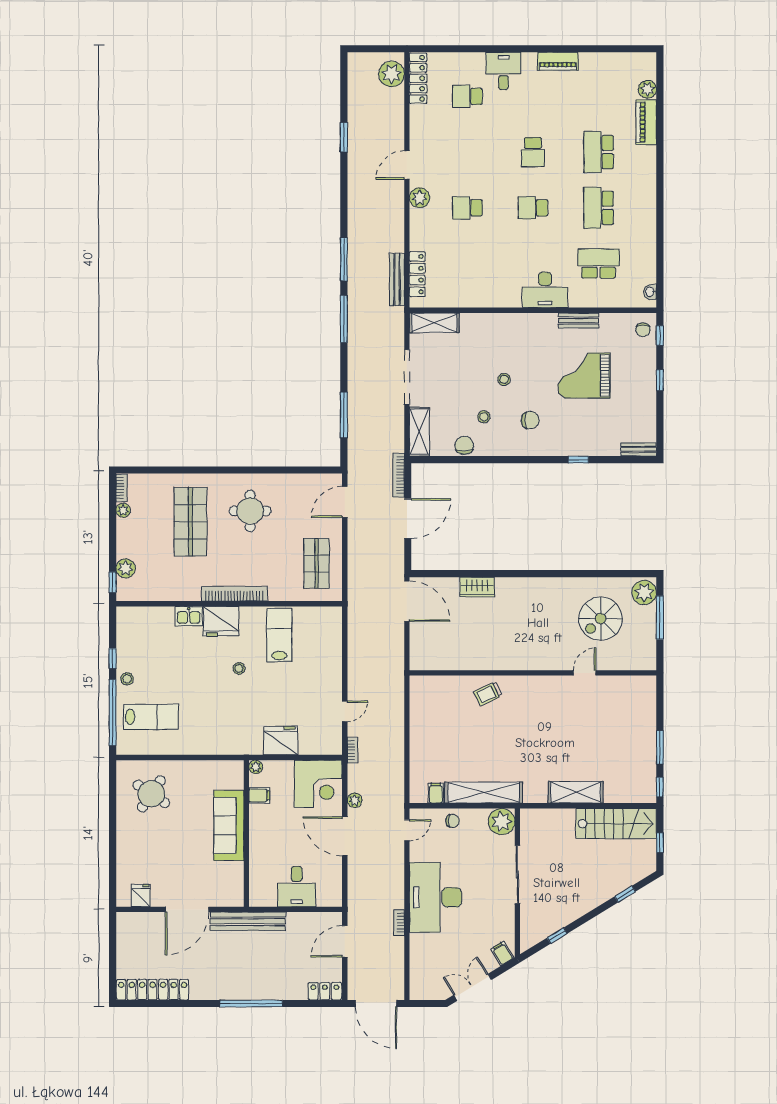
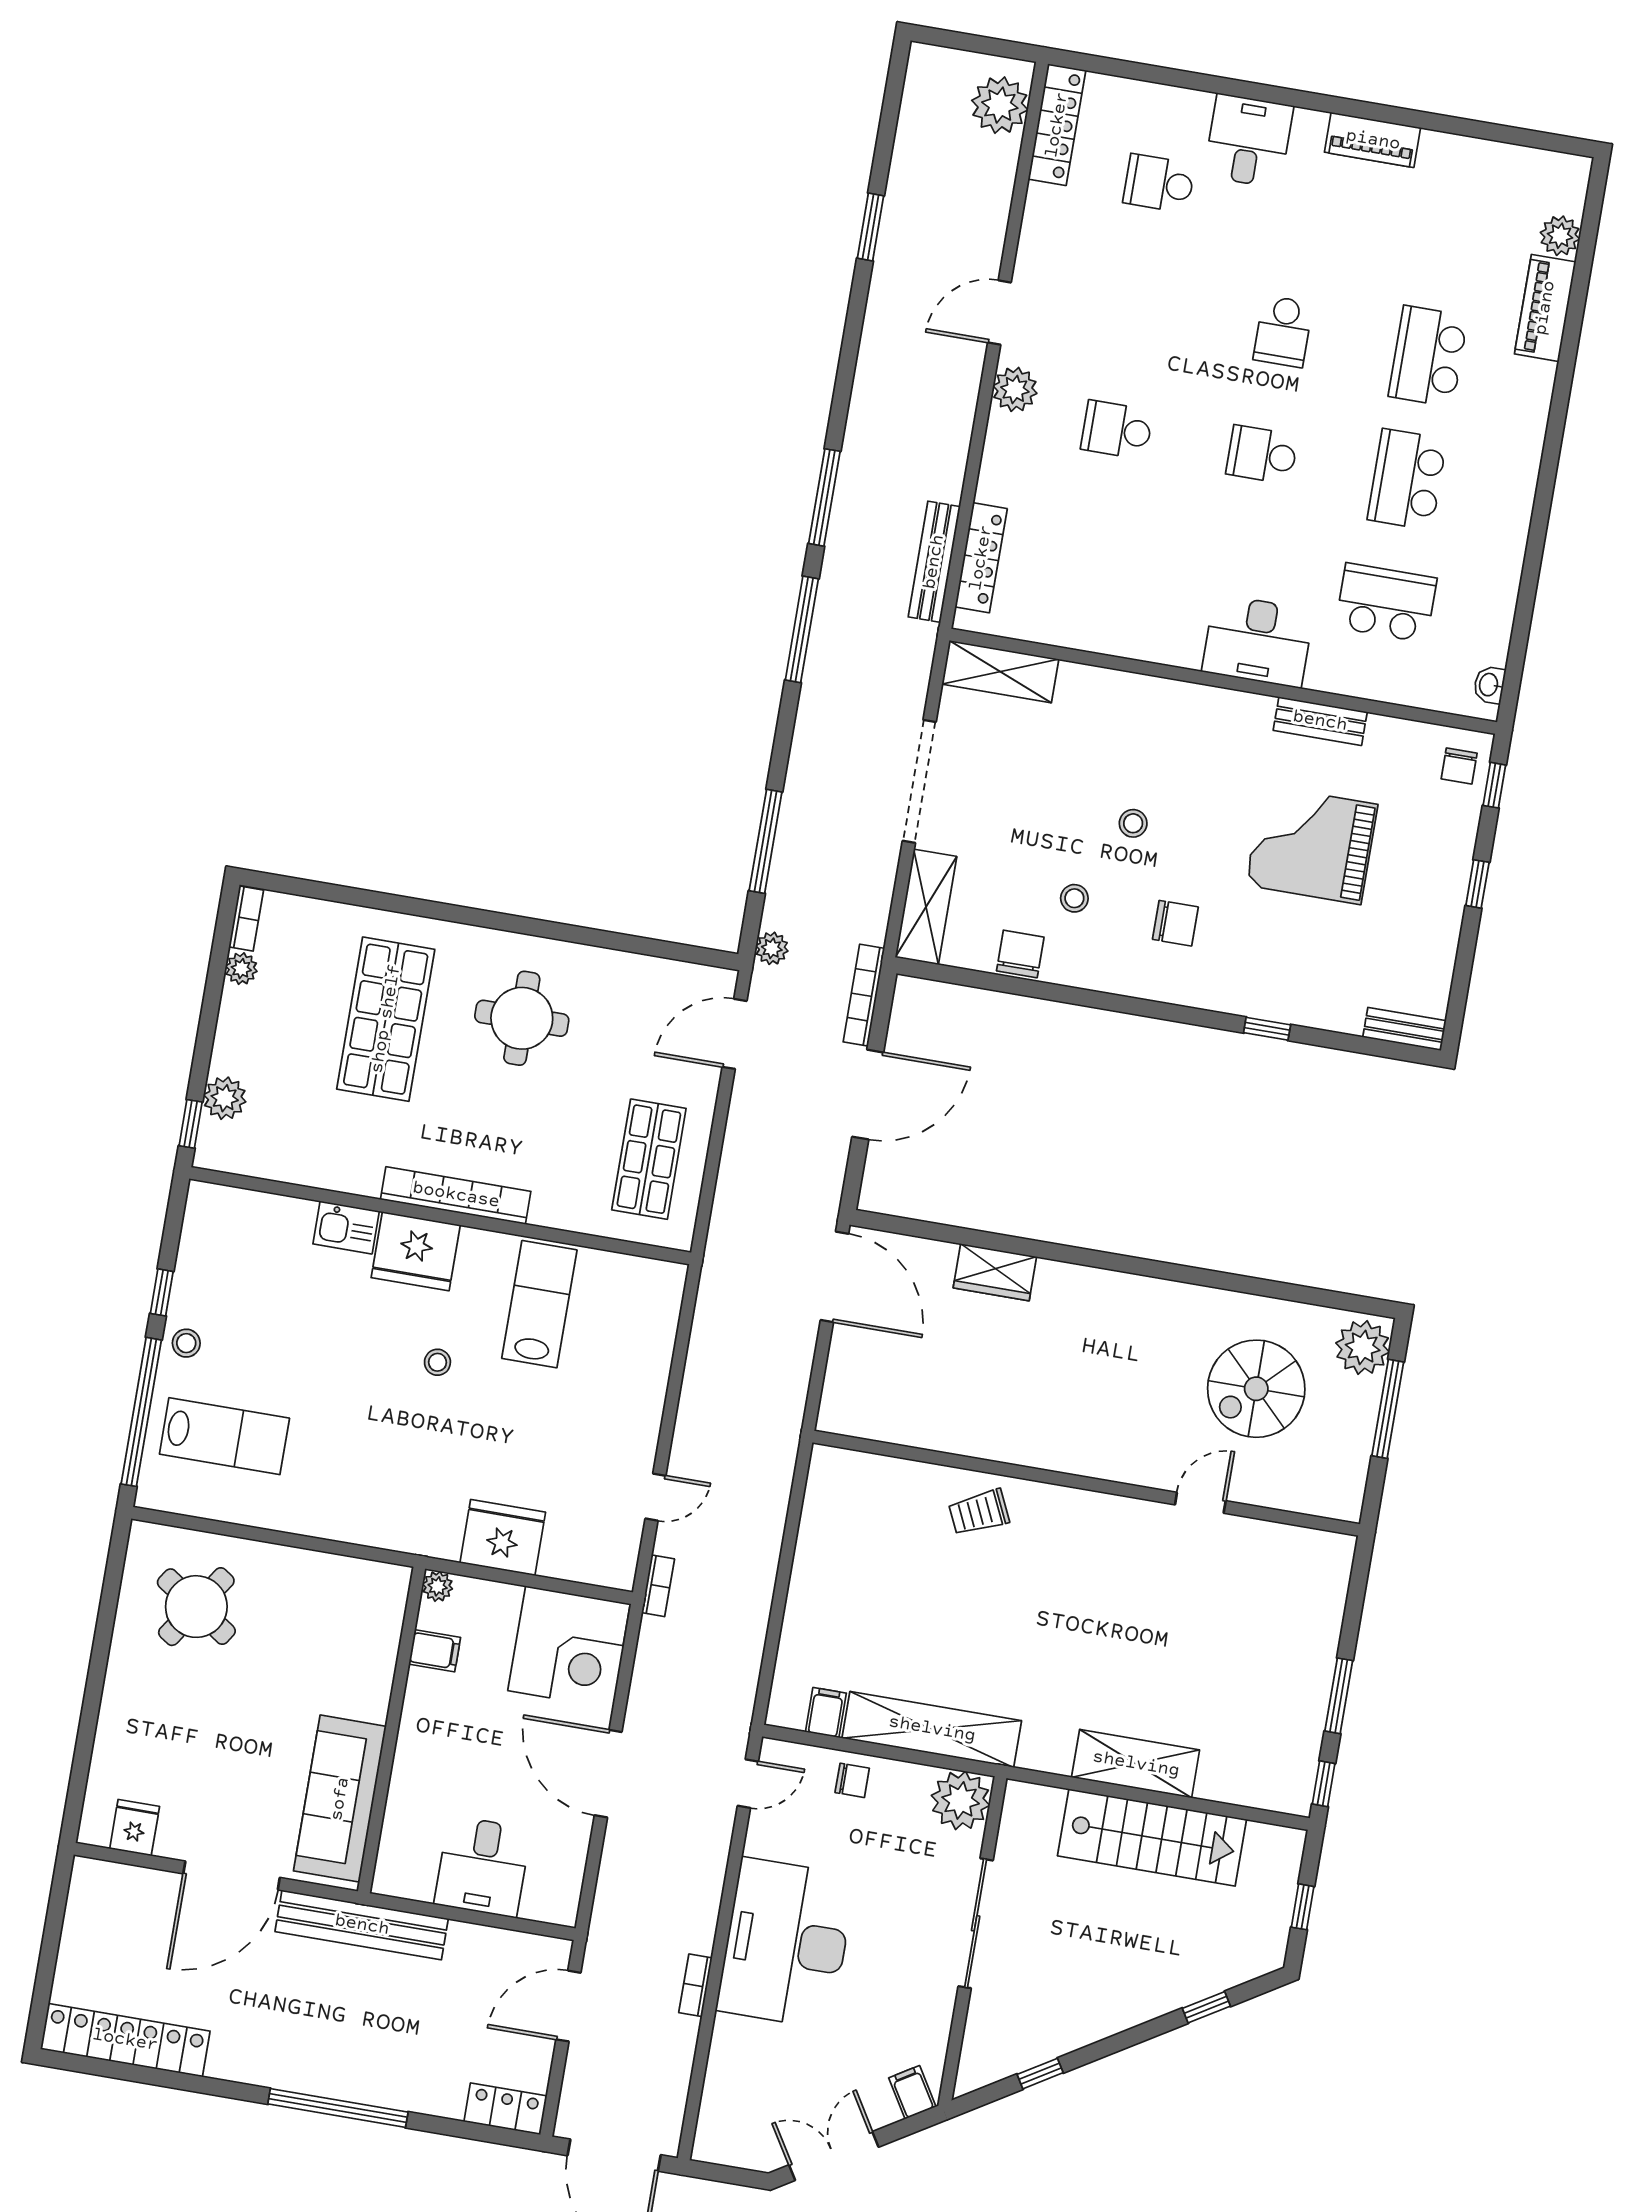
plant: (355, 800) -> (772, 948), moved
stairs: (616, 824) -> (1152, 1838), moved
sofa: (229, 826) -> (340, 1799), moved

